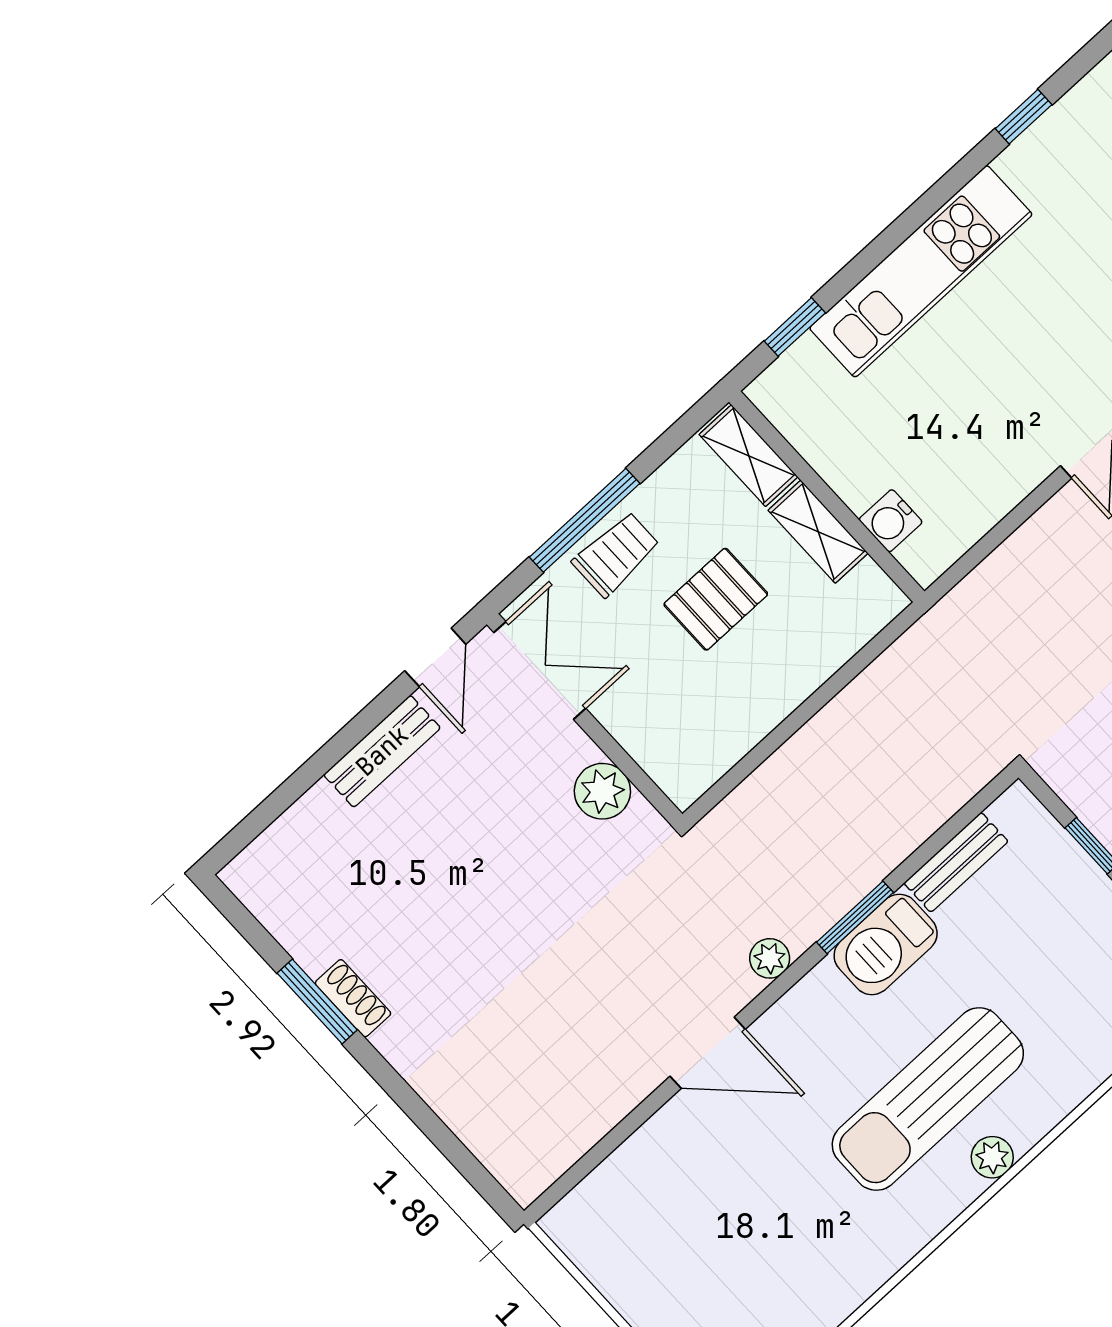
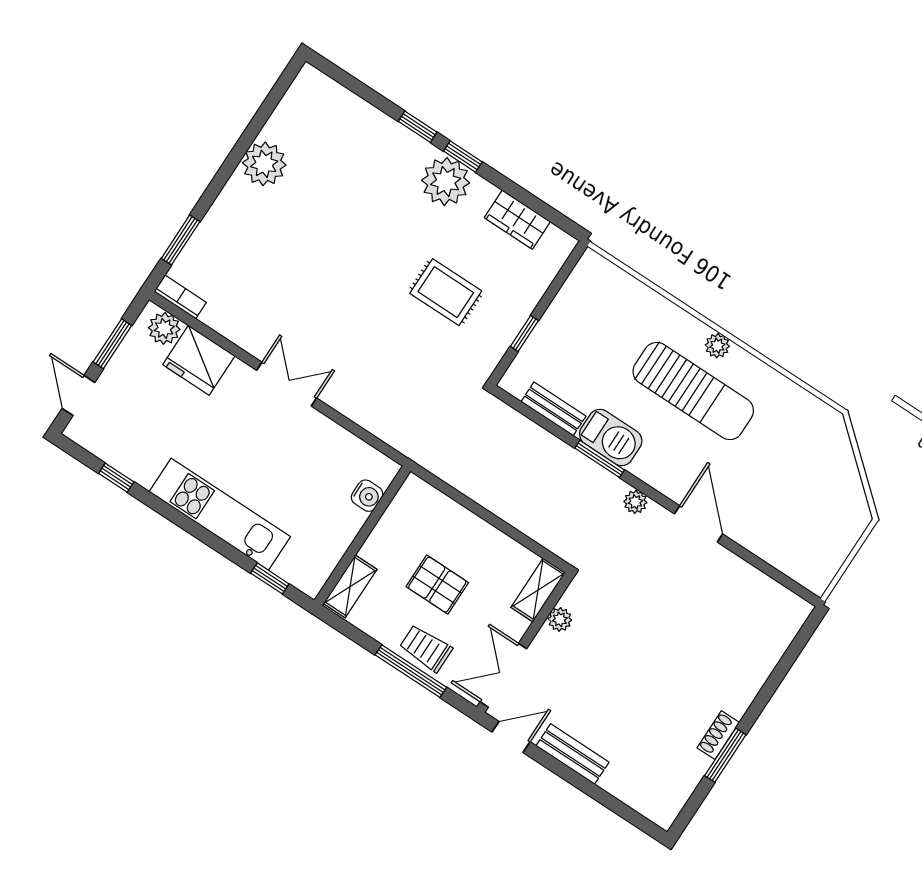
shelving: (818, 532) -> (538, 590), moved
plant: (602, 791) -> (560, 619), width x0.73, depth x0.73

